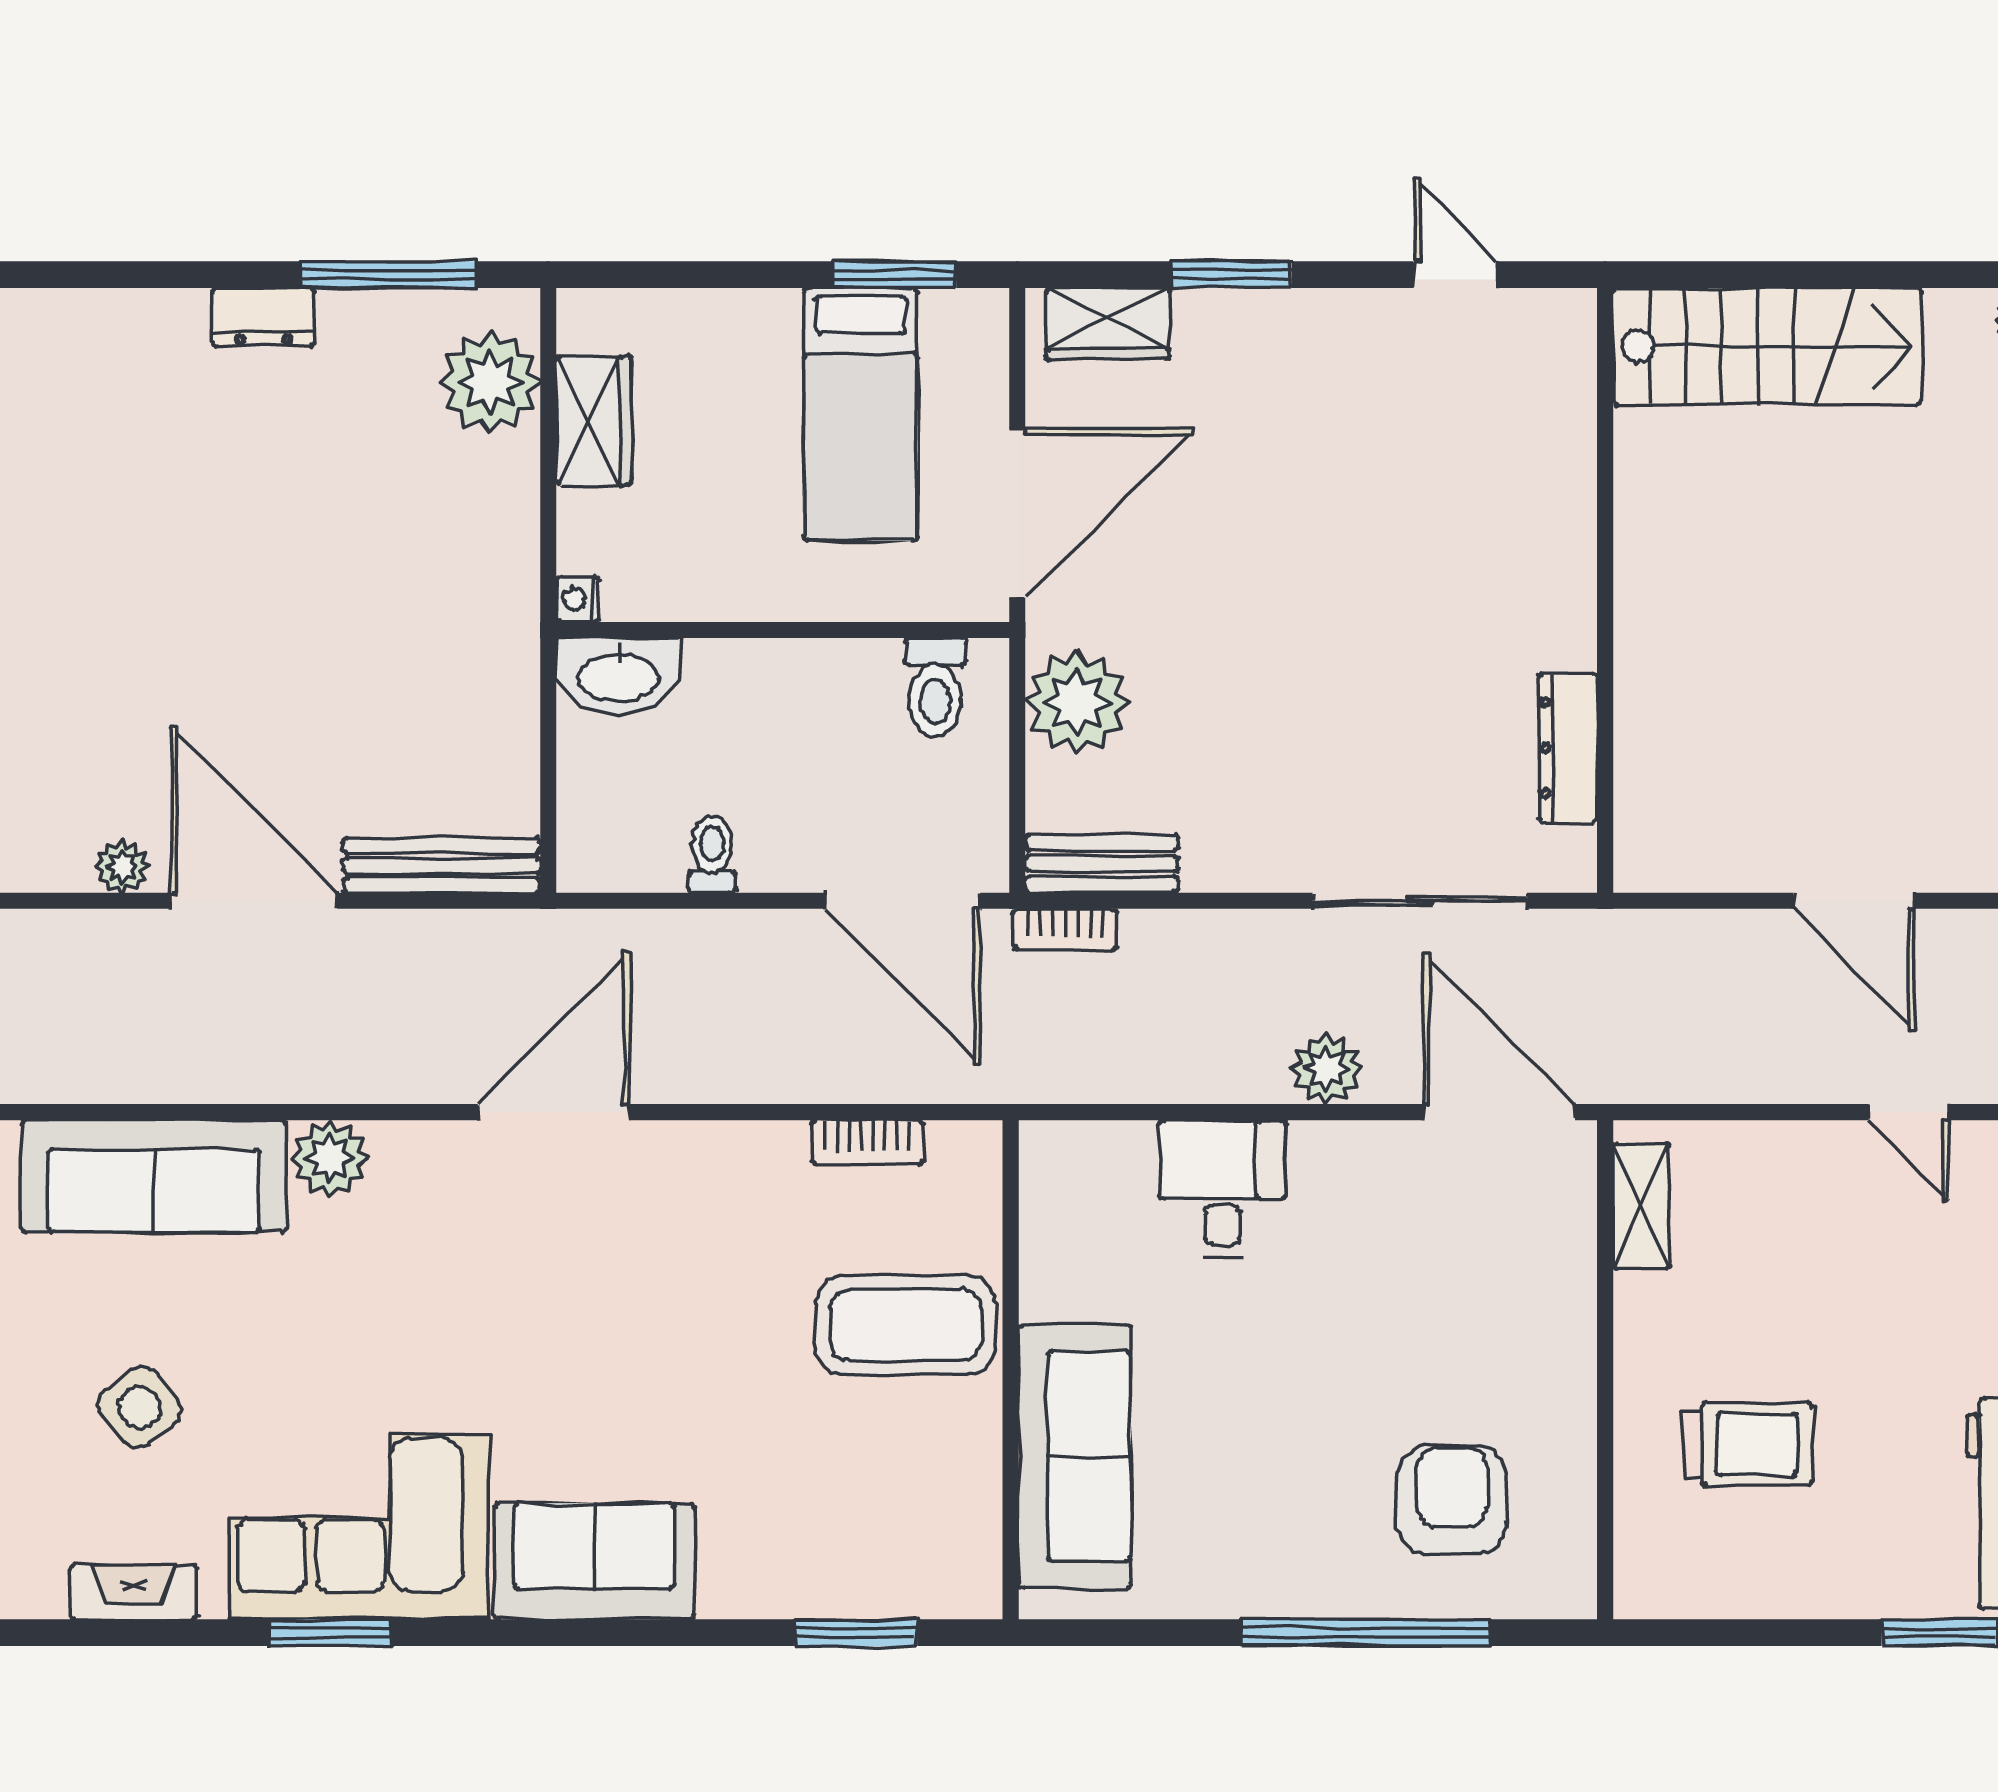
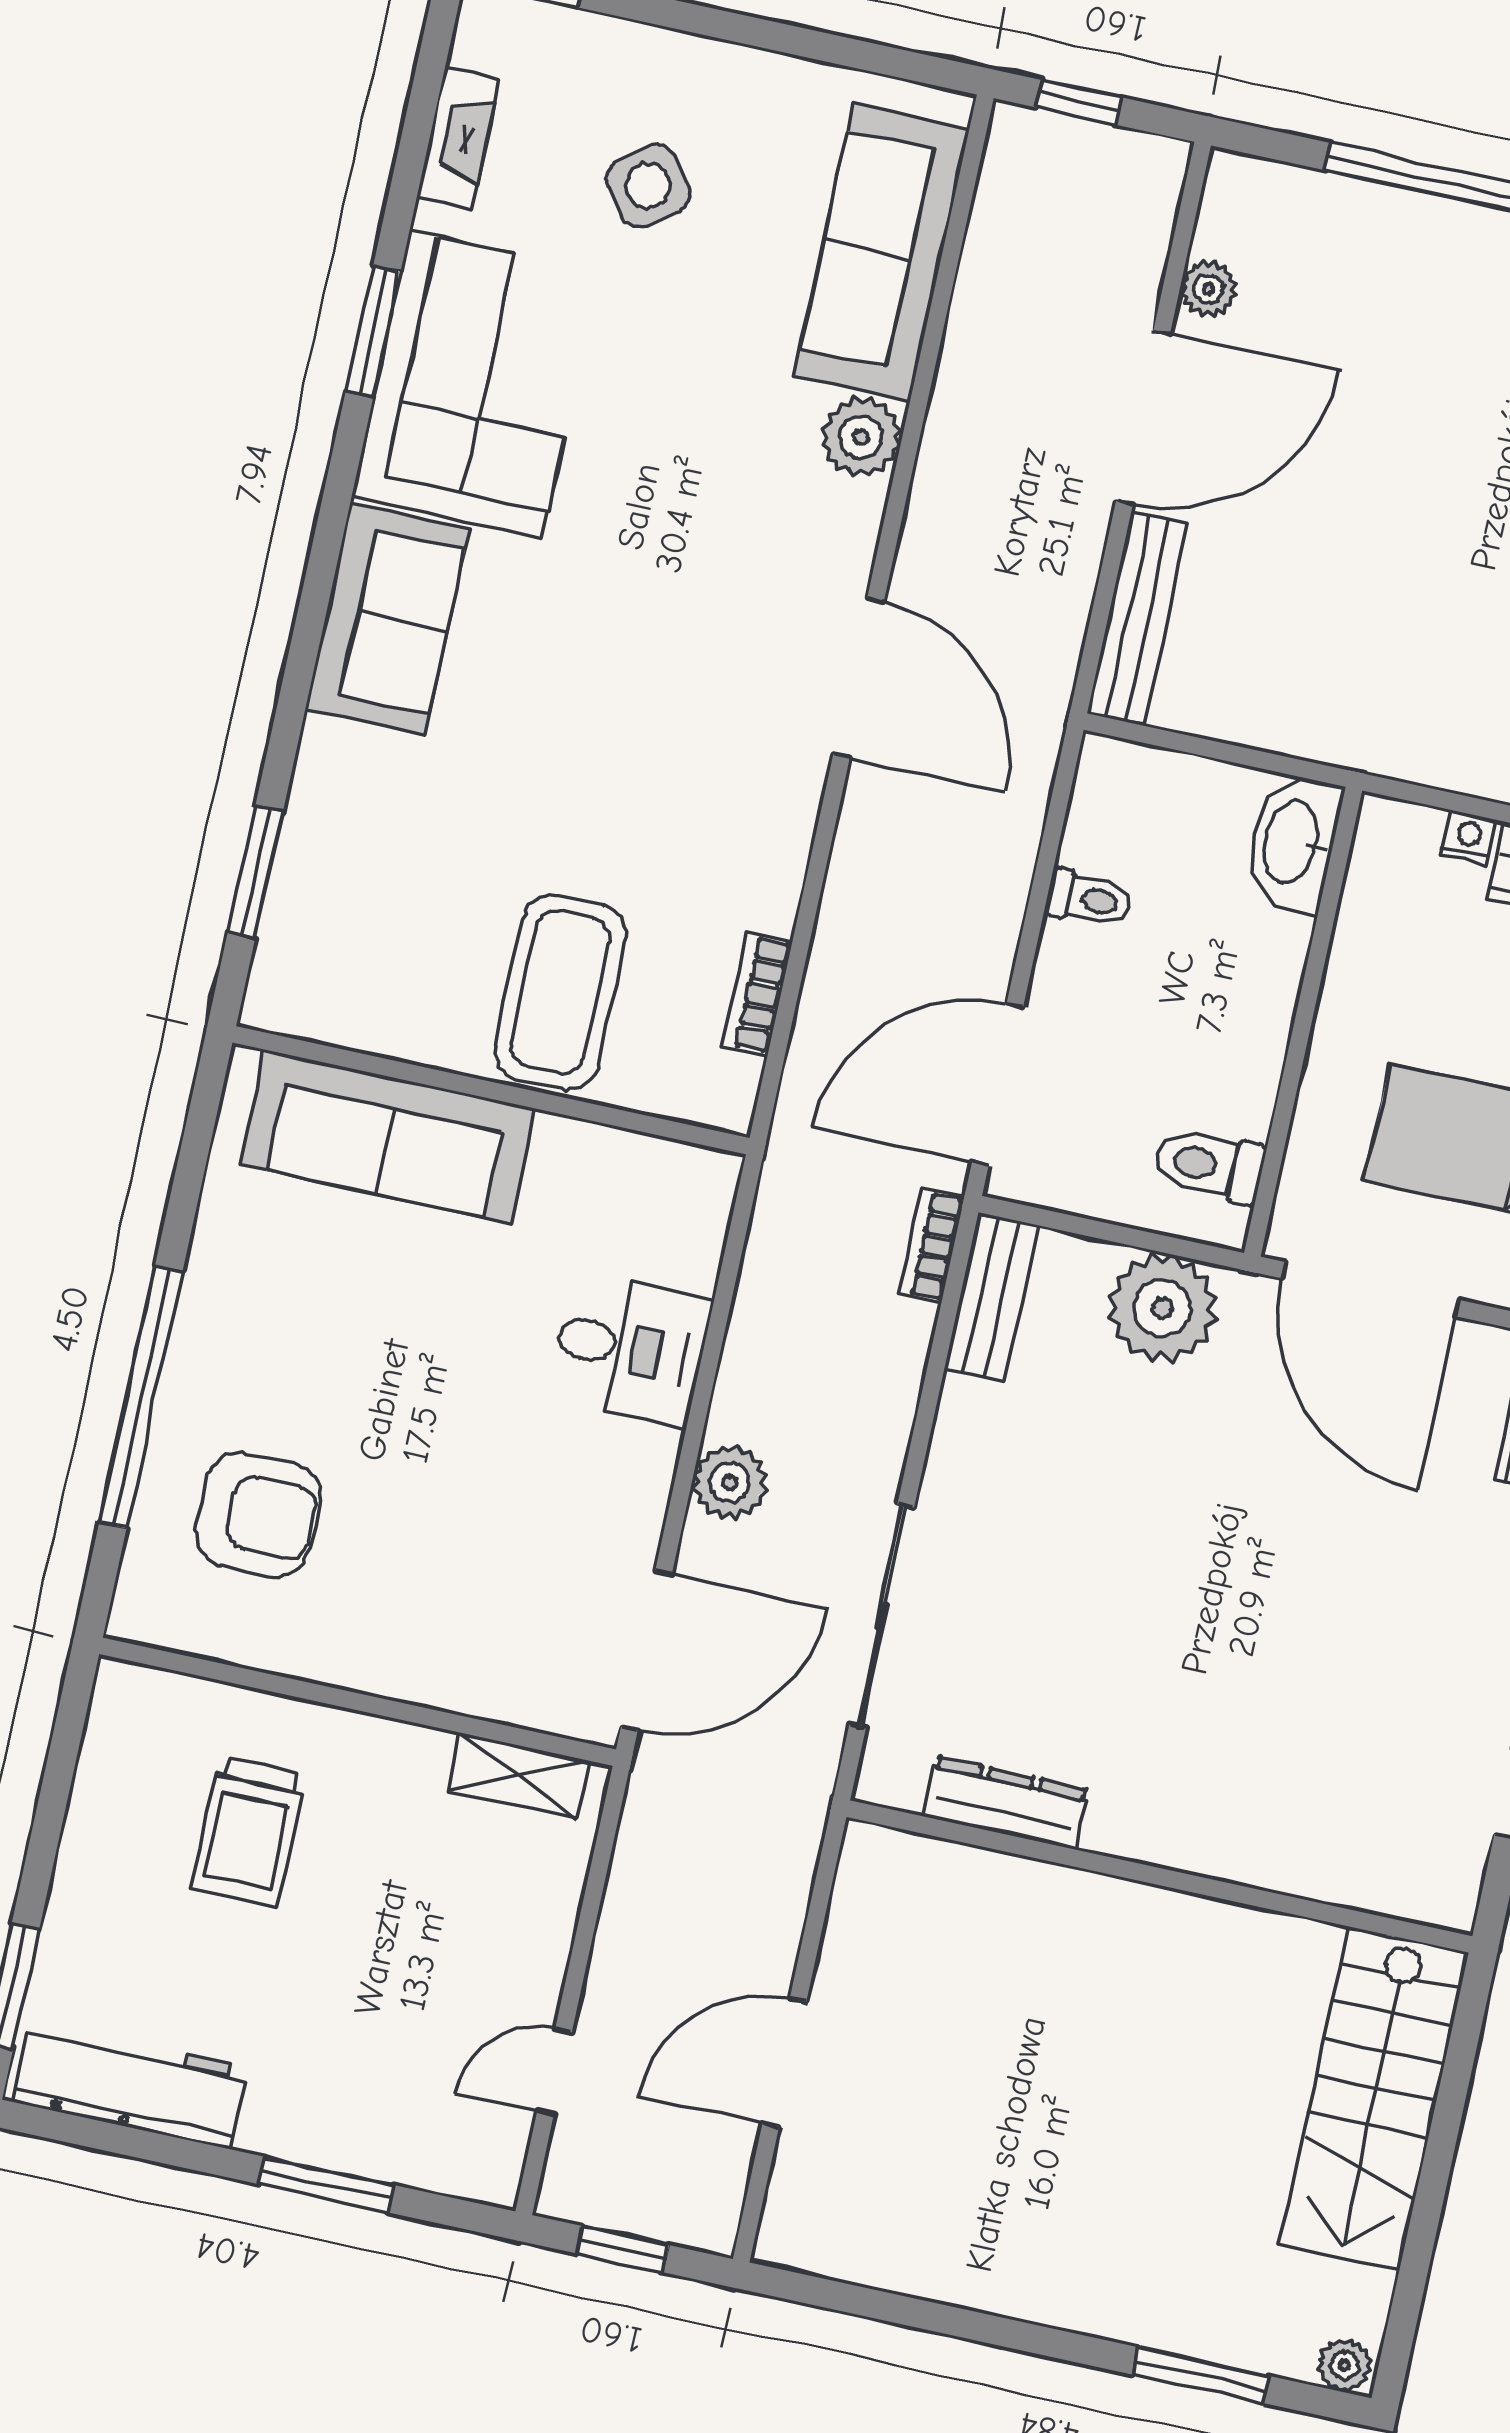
nightstand: (578, 599) -> (1469, 837), moved

